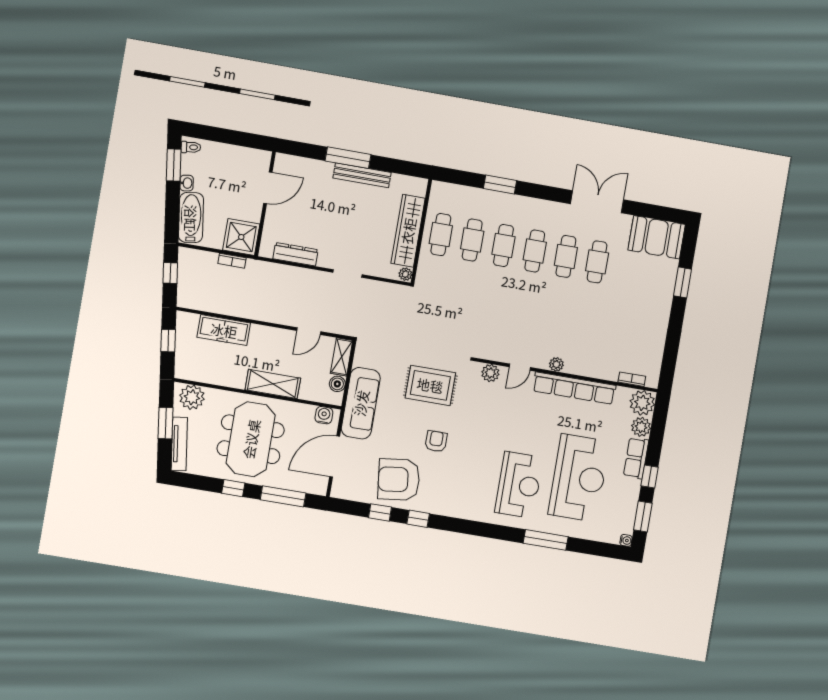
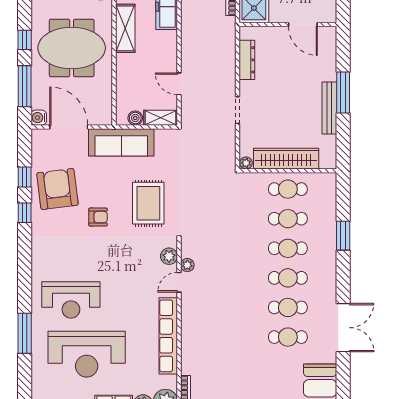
plant: (556, 364) -> (187, 265), moved
door: (520, 367) -> (179, 282), hinge flipped
shelving: (273, 384) -> (125, 28), moved
water cooler: (324, 415) -> (39, 118), moved, turned 180

